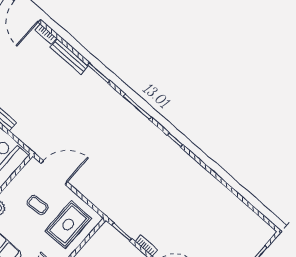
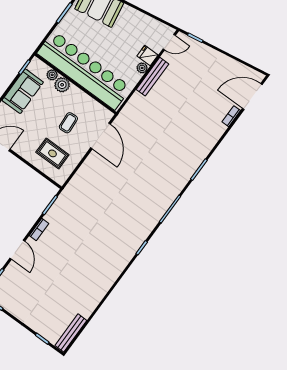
bench: (69, 57) -> (71, 333), moved
rug: (68, 225) -> (52, 153), width x0.73, depth x0.70

